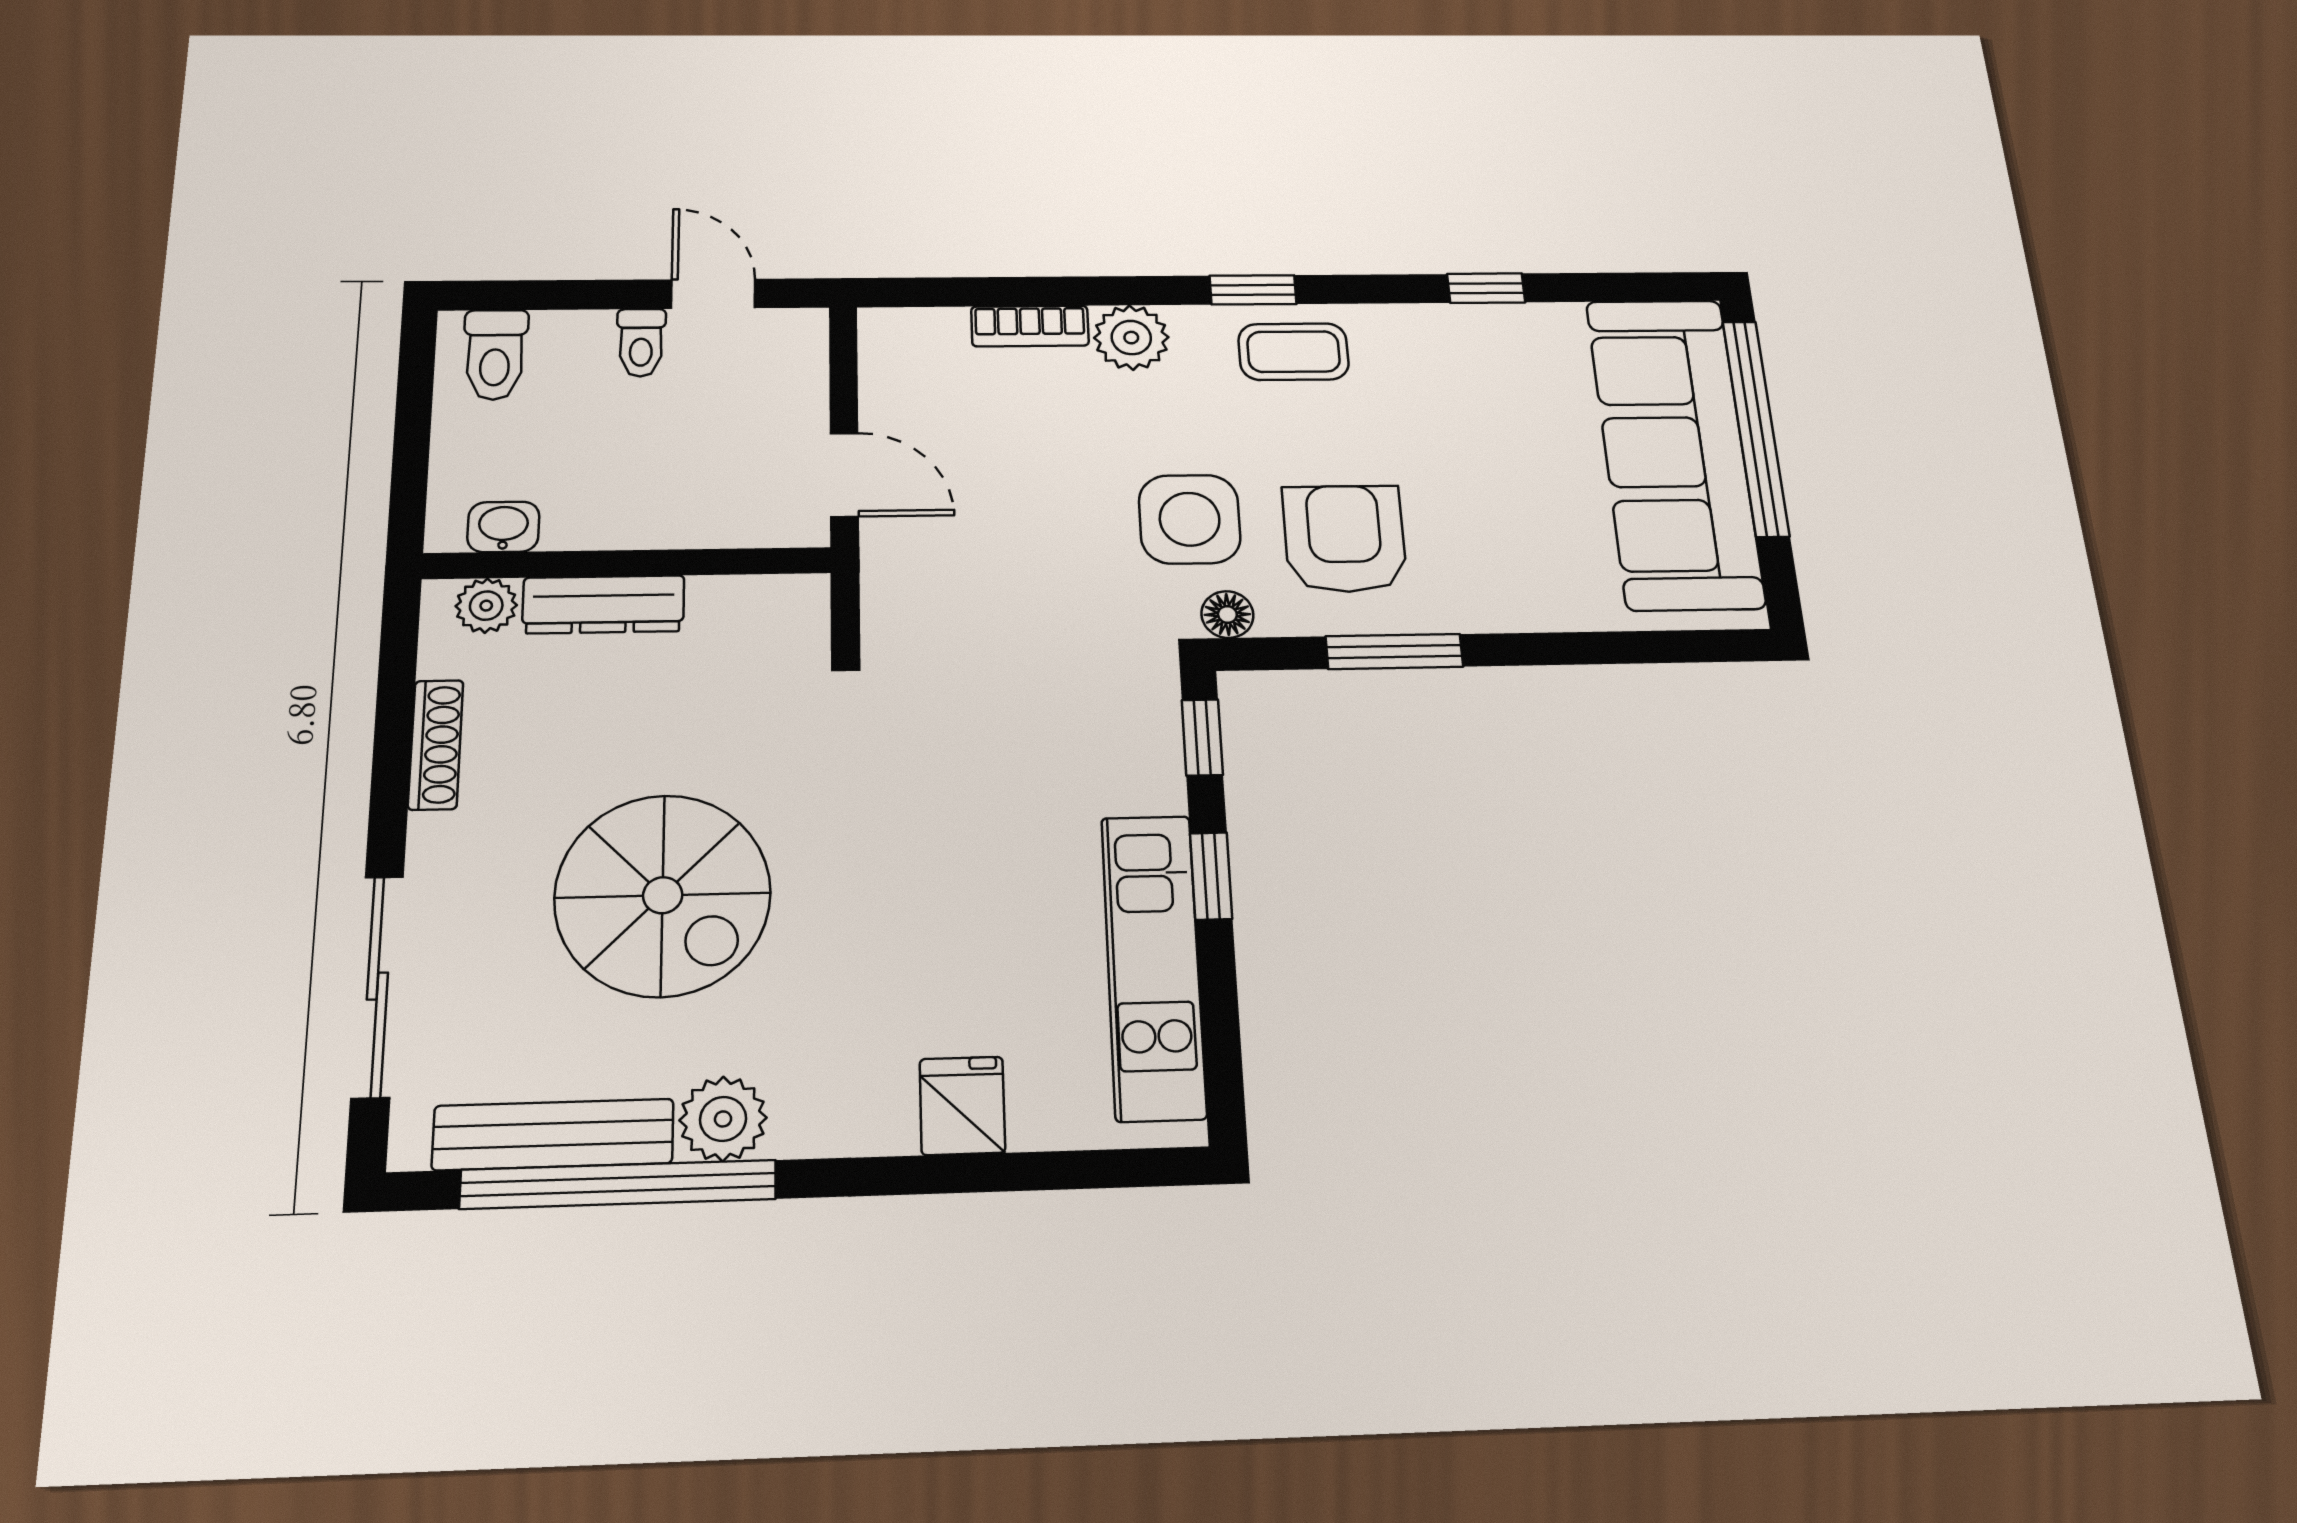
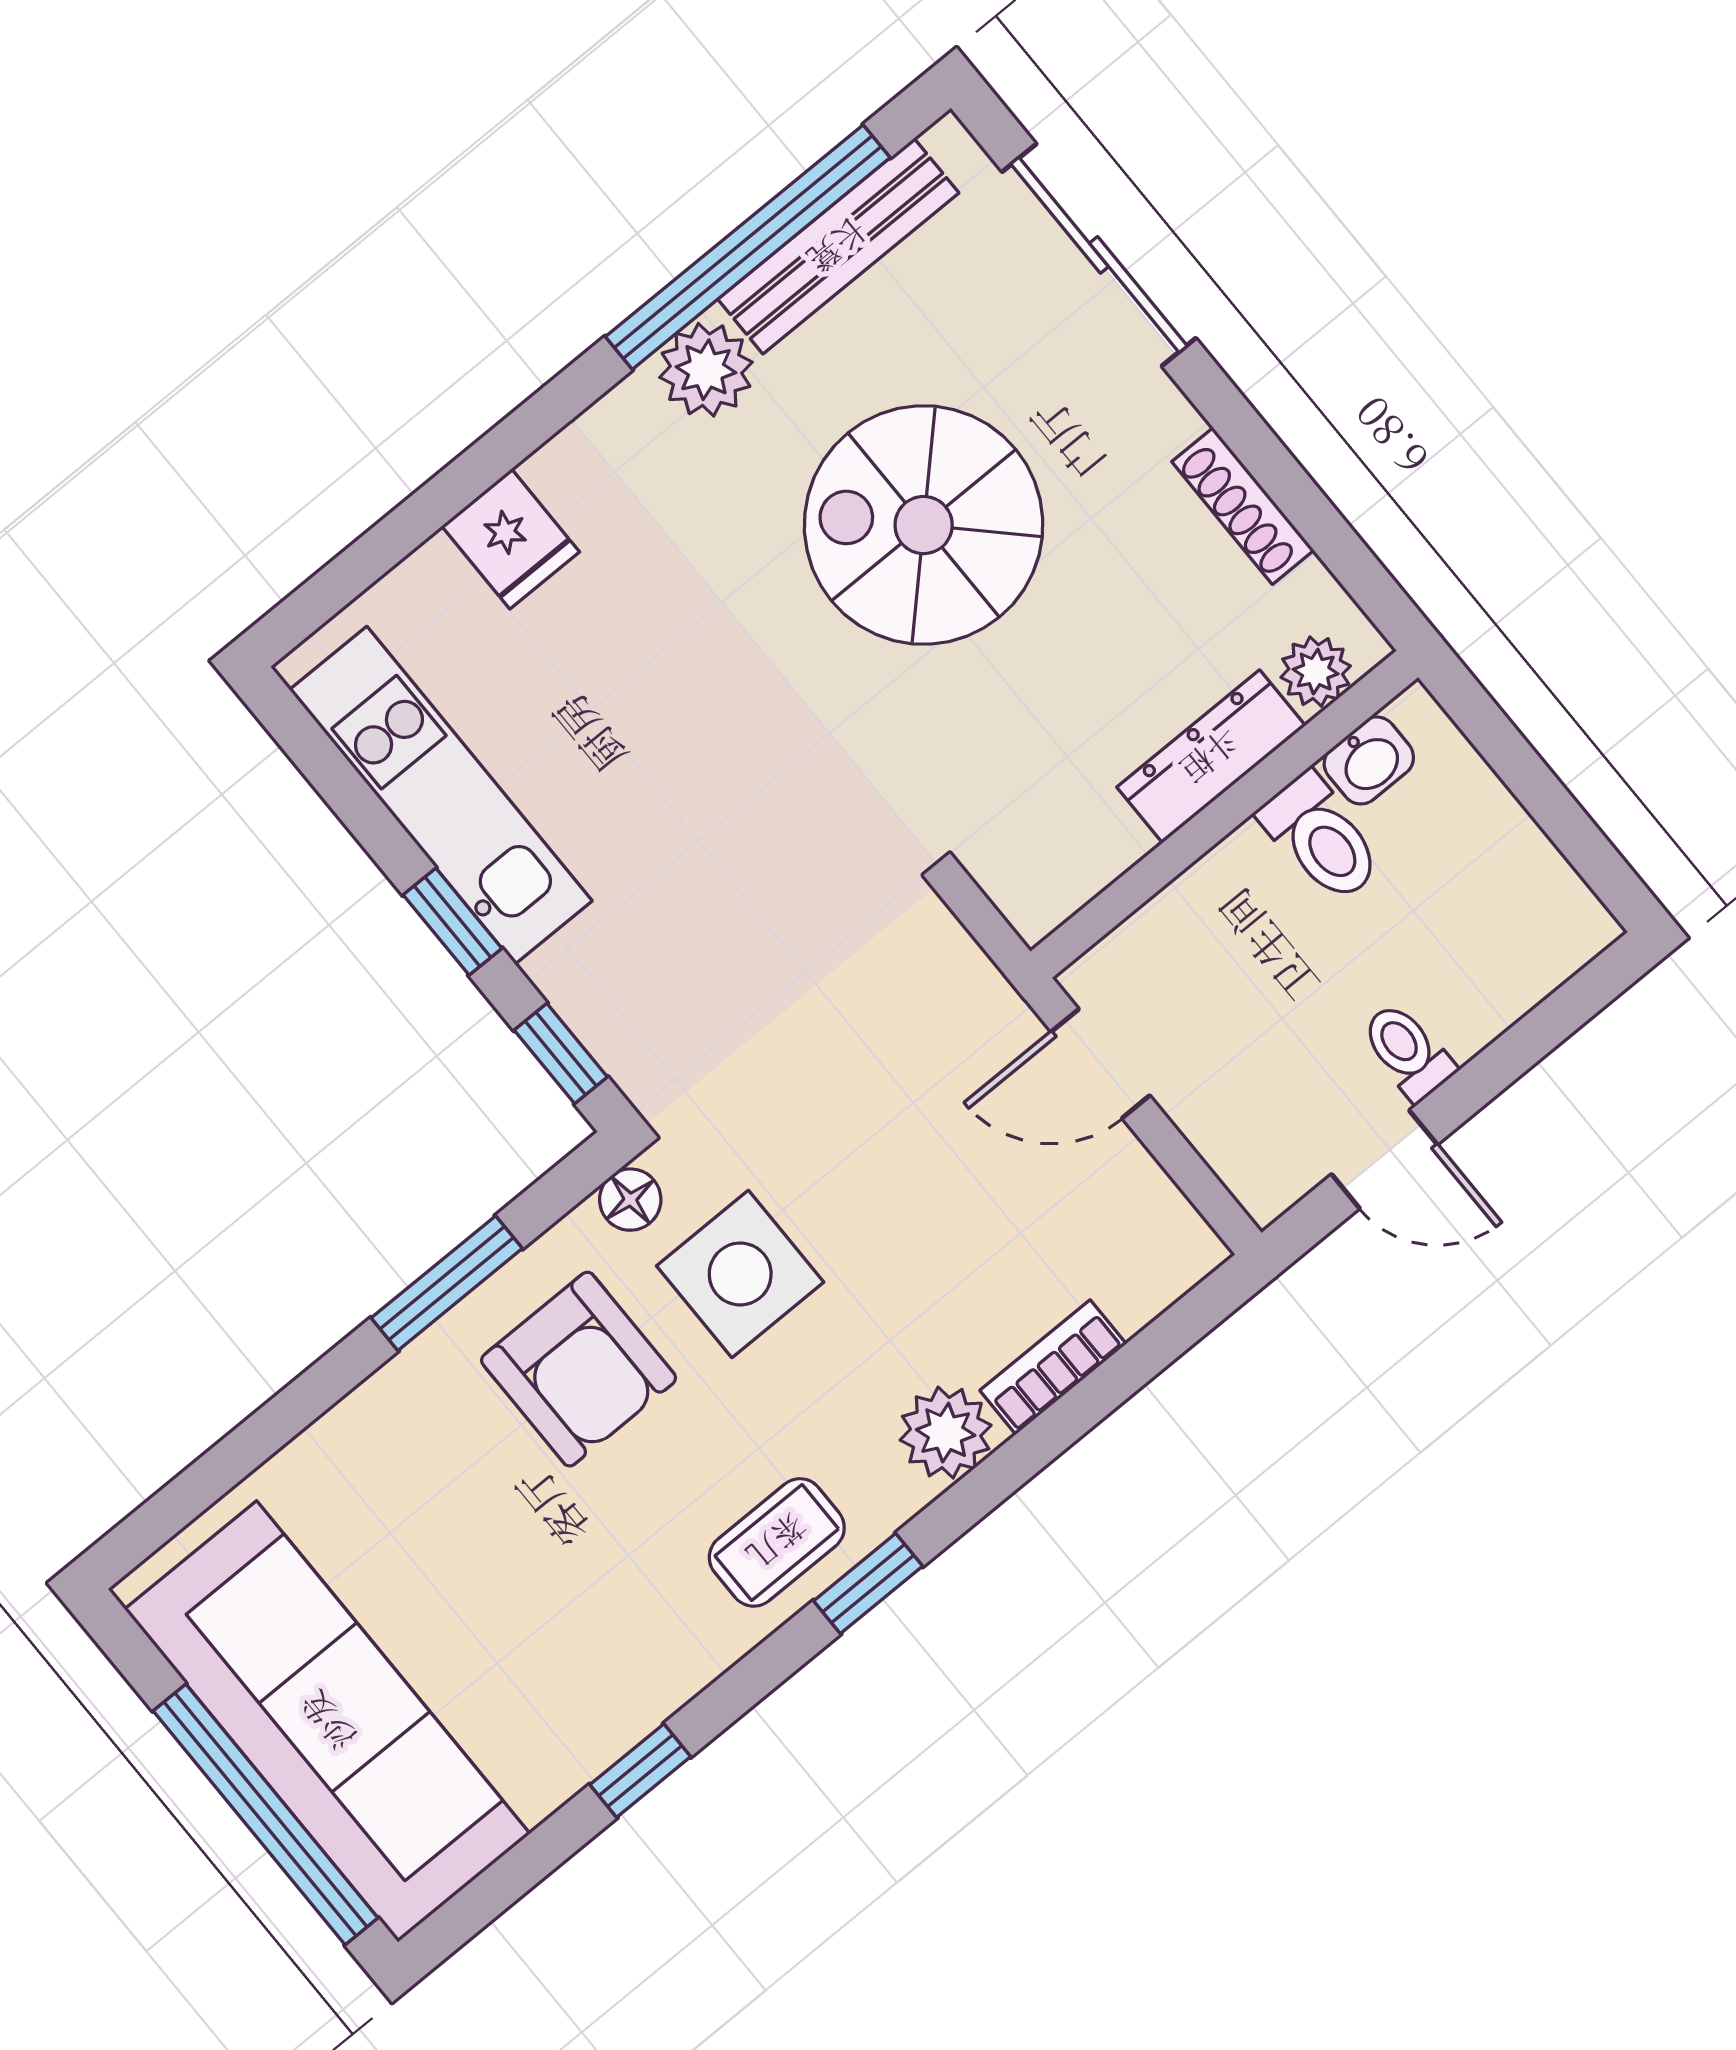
toilet: (495, 355) -> (1321, 838), moved, turned 180

